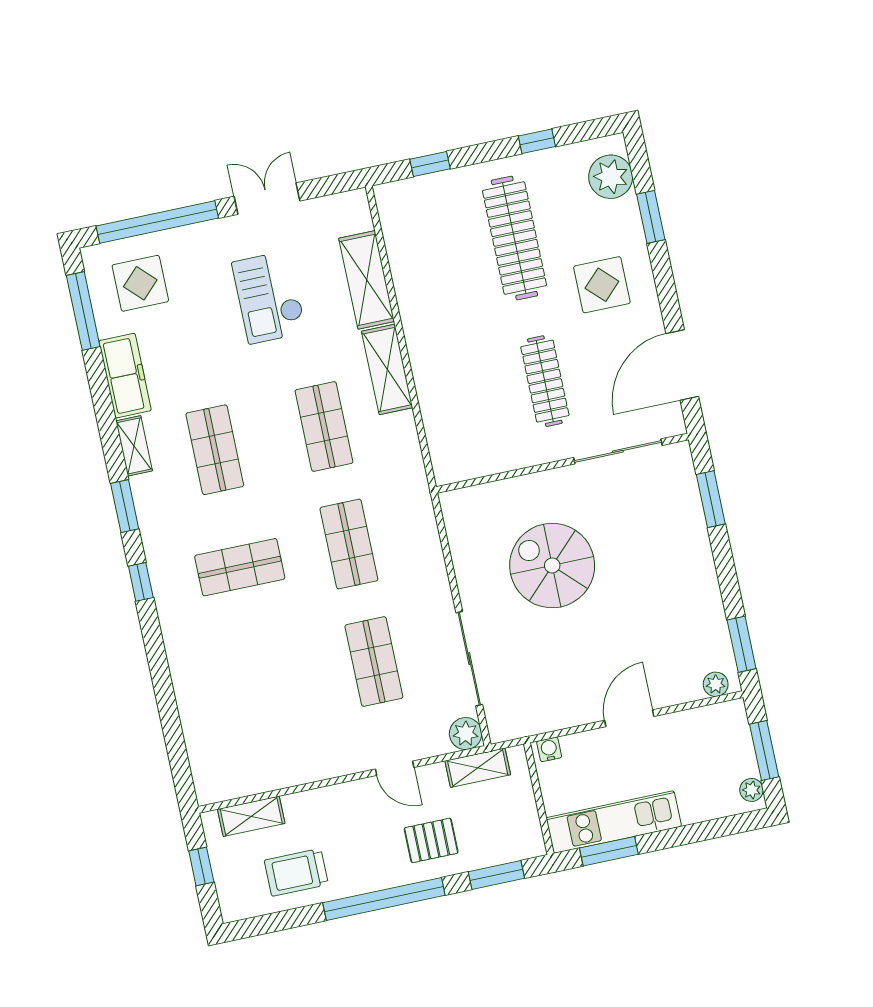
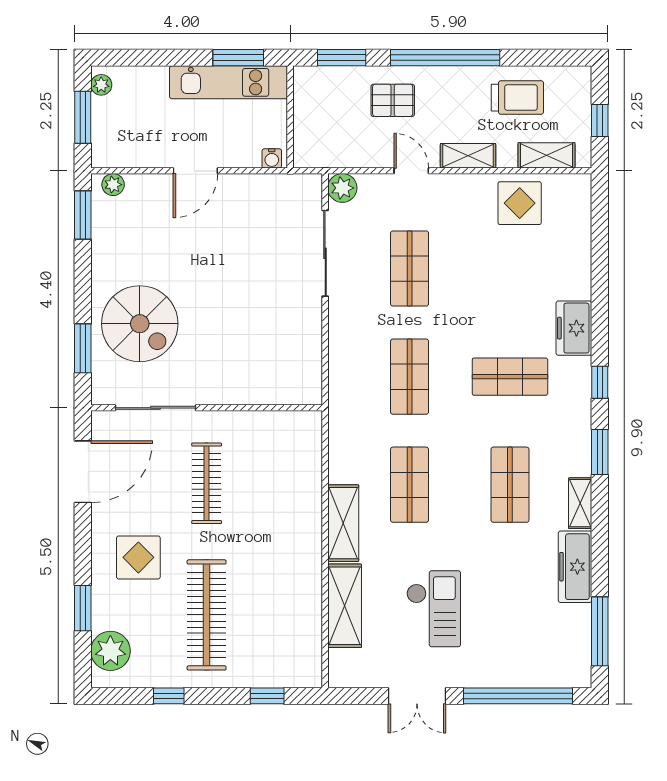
display table: (140, 283) -> (520, 203), moved
spiral stairs: (552, 566) -> (140, 324), moved
freezer: (181, 635) -> (574, 328), added
shelving: (478, 768) -> (468, 156), moved

